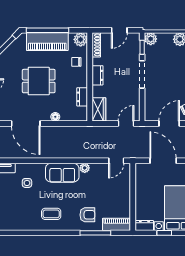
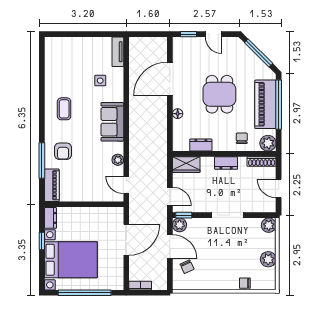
window: (142, 47) -> (184, 215), moved
plant: (150, 115) -> (180, 225), added
plant: (85, 168) -> (118, 160), moved

